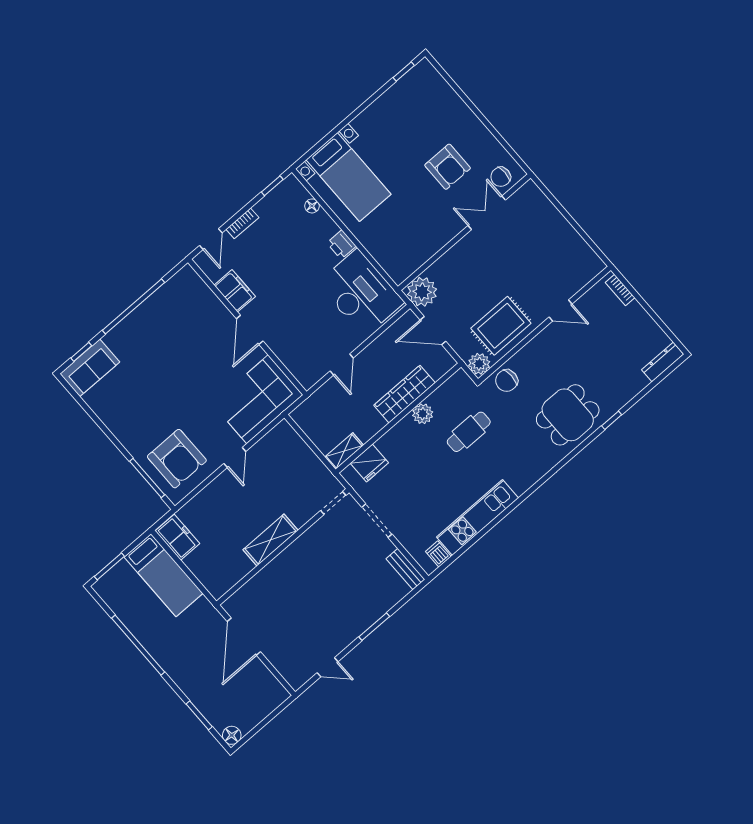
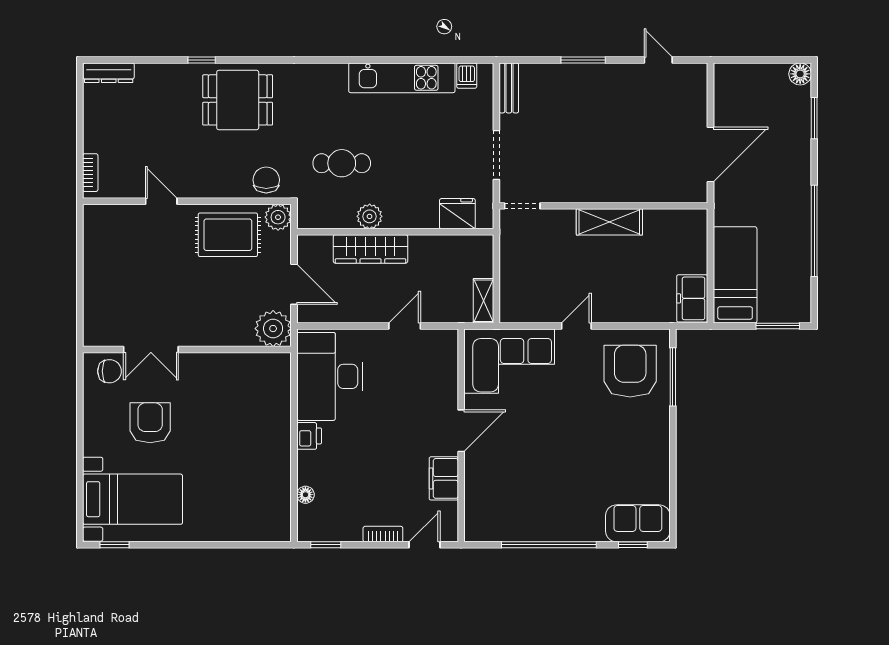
bed with nightstands: (348, 177) -> (133, 499), moved, turned 90
chair: (507, 381) -> (266, 180), turned -90
shelving: (344, 451) -> (483, 301), moved, turned 90

